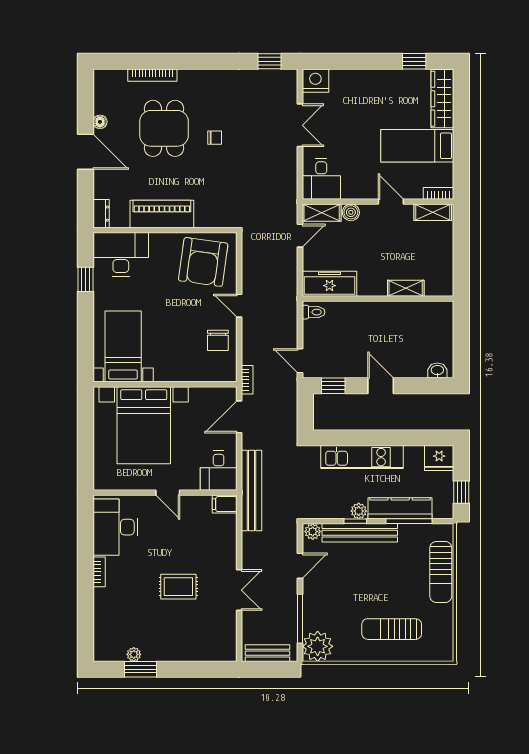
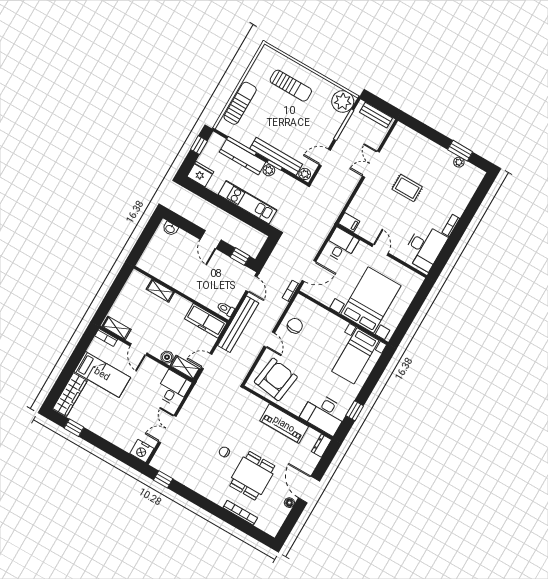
bench: (251, 491) -> (238, 324), moved

